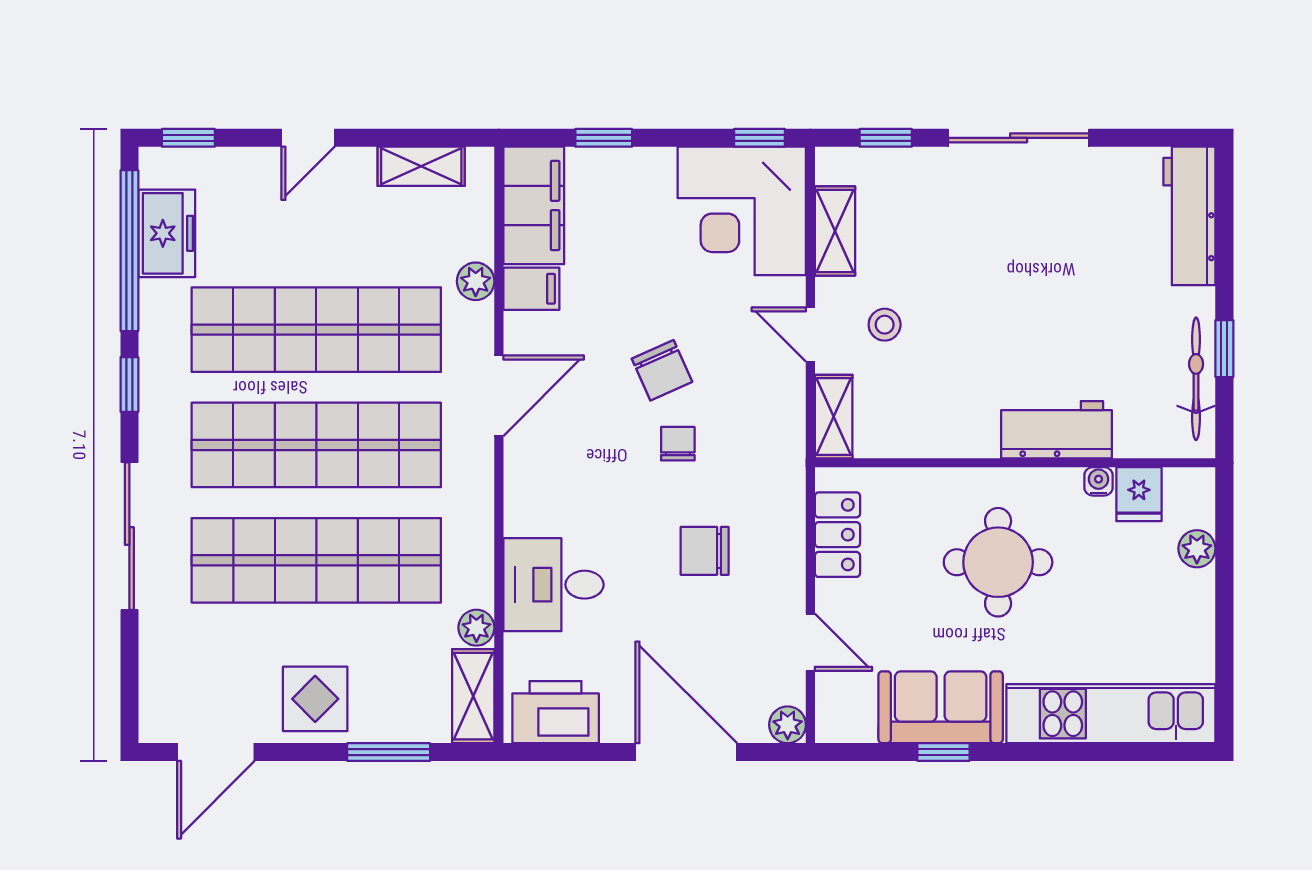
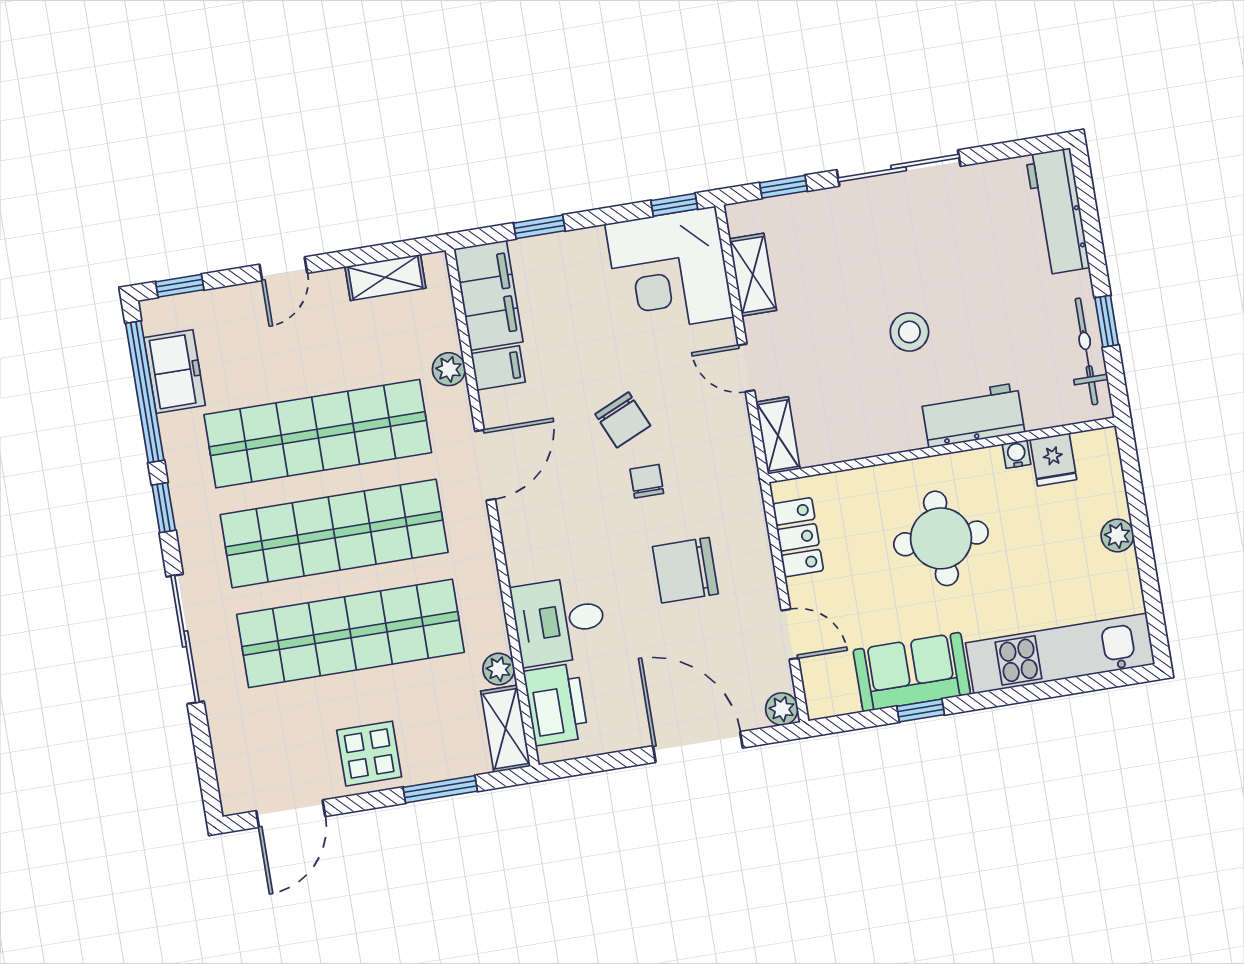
stool: (885, 325) -> (909, 332), moved, width x1.37, depth x1.37
plant: (1197, 549) -> (1117, 535), moved
chair: (705, 551) -> (685, 570), width x1.37, depth x1.37
printer: (556, 712) -> (556, 704), moved, turned 90

